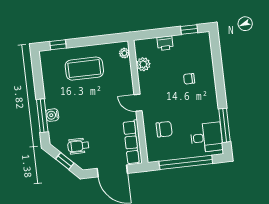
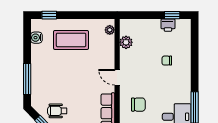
printer: (165, 43) -> (168, 25), moved
water cooler: (52, 115) -> (36, 38), moved

